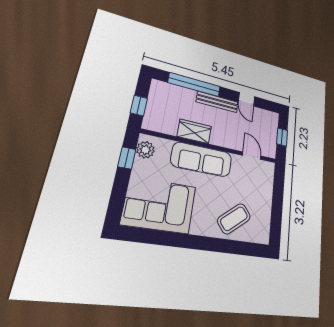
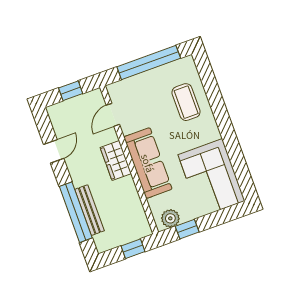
bench: (217, 102) -> (89, 210), moved
wardrobe: (194, 131) -> (116, 160), moved
window: (277, 206) -> (149, 62), added
coffee table: (234, 219) -> (186, 102), turned 39

